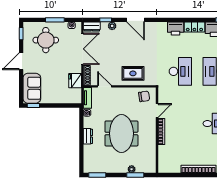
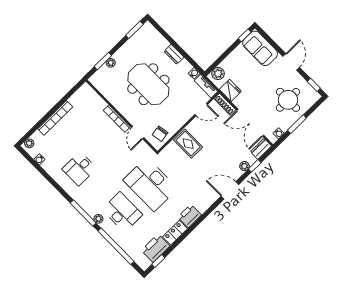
desk: (180, 71) -> (150, 184), width x1.36, depth x1.30
rug: (133, 73) -> (188, 144), turned 90
plant: (73, 98) -> (218, 74), added

